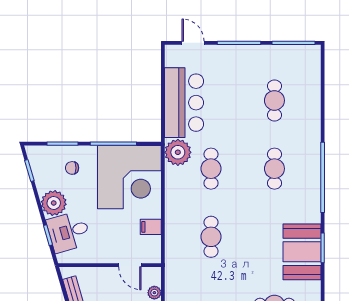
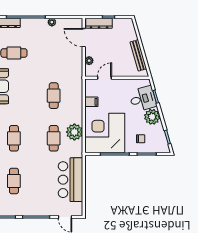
plant: (178, 152) -> (74, 132), moved
door: (130, 265) -> (105, 78), hinge flipped

